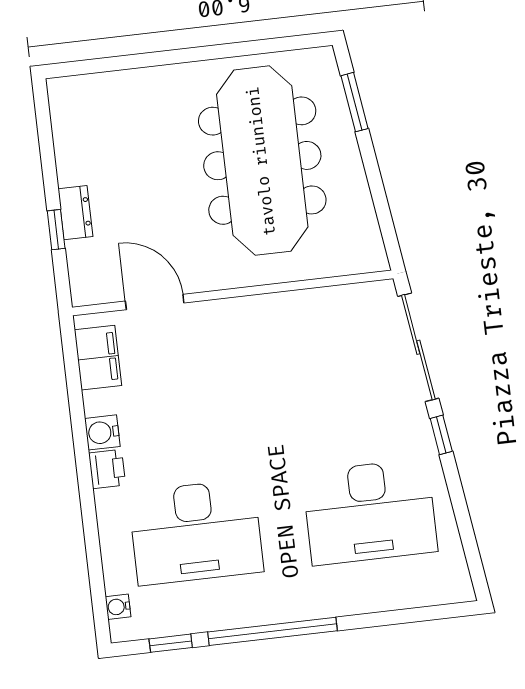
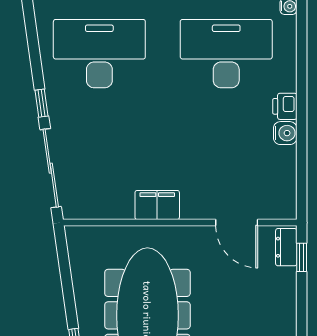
dresser: (75, 213) -> (286, 247), moved
window: (56, 230) -> (302, 257), moved
filing cabinet: (98, 358) -> (157, 205), moved, turned 90

